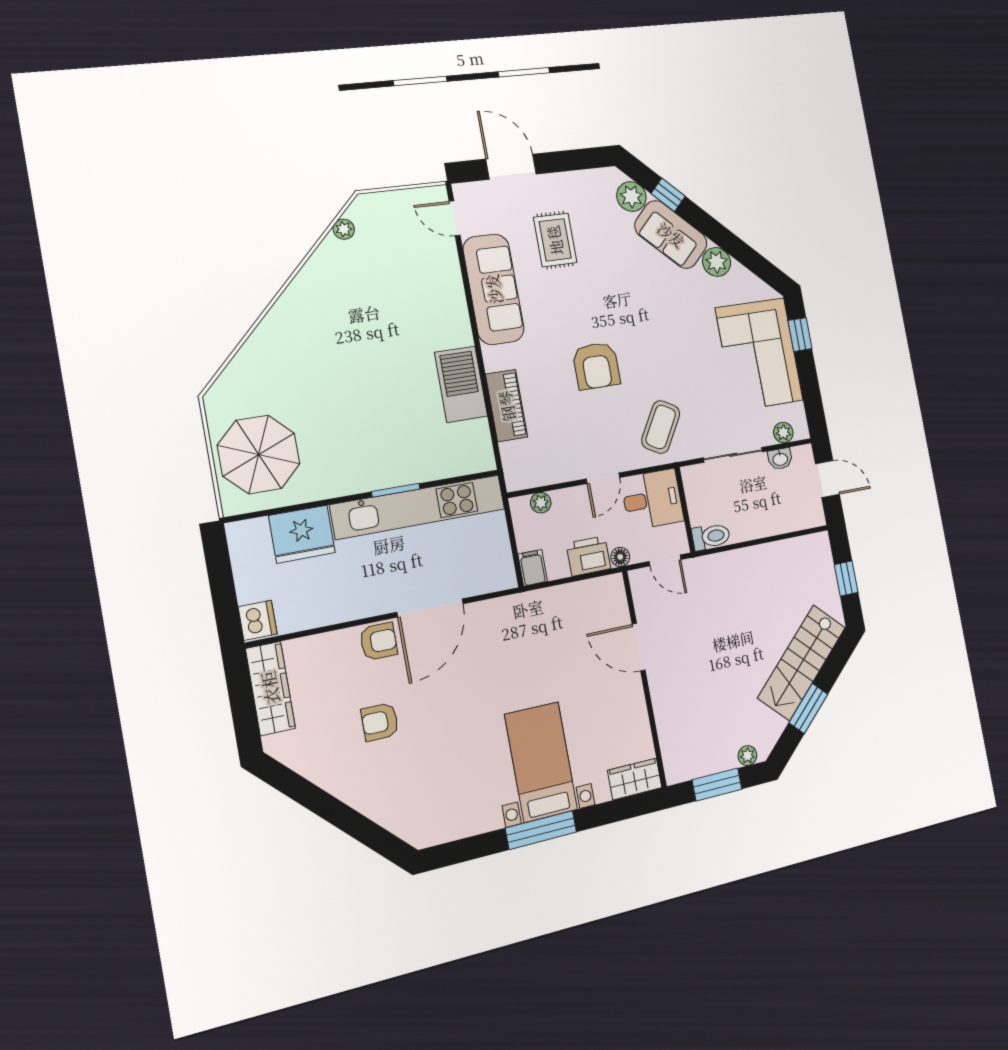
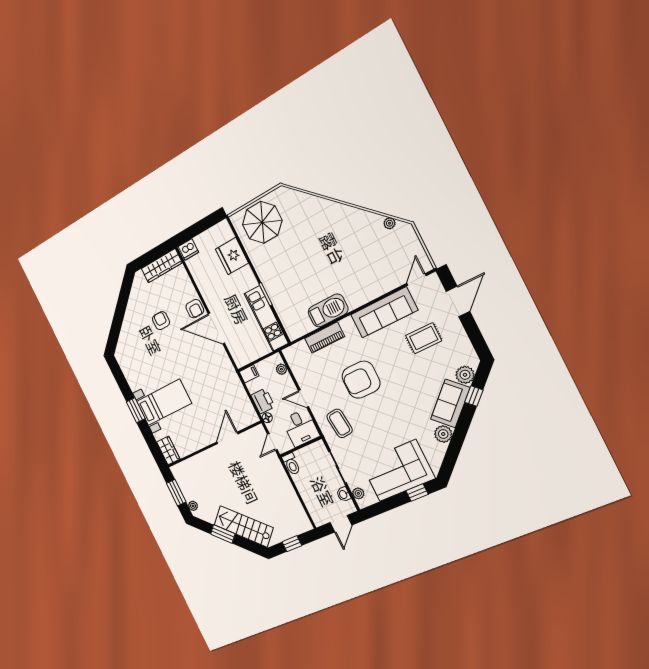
armchair: (596, 366) -> (361, 380), width x1.36, depth x1.36
coffee table: (661, 427) -> (340, 423), turned 54
kitchen unit: (418, 507) -> (266, 318), width x0.73
window: (541, 830) -> (136, 410), width x0.69

